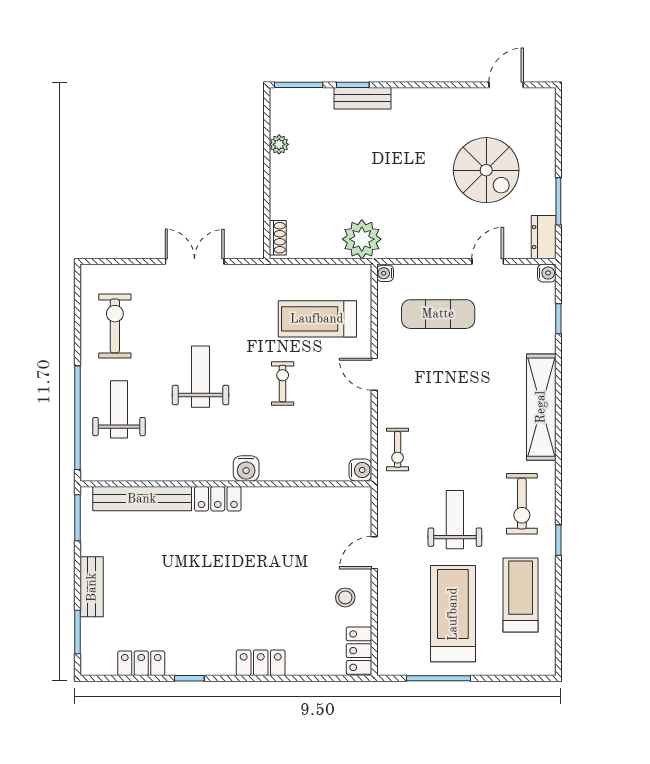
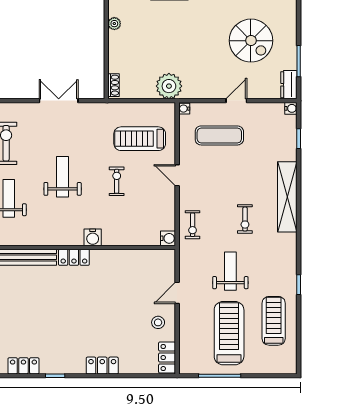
door: (488, 261) -> (236, 101), moved
exercise bike: (522, 504) -> (245, 219), moved, width x0.73, depth x0.72

